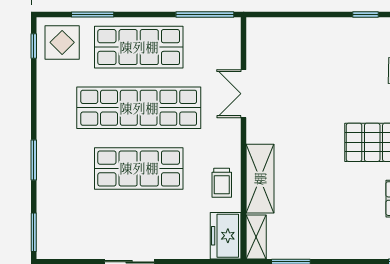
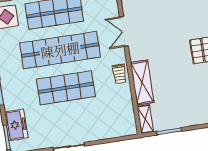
trolley: (222, 183) -> (119, 74), moved
freezer: (226, 236) -> (16, 125), moved, turned 180

